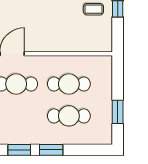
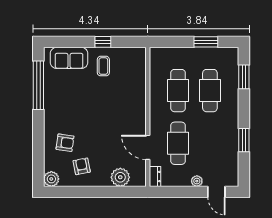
window: (51, 150) -> (244, 77), moved

